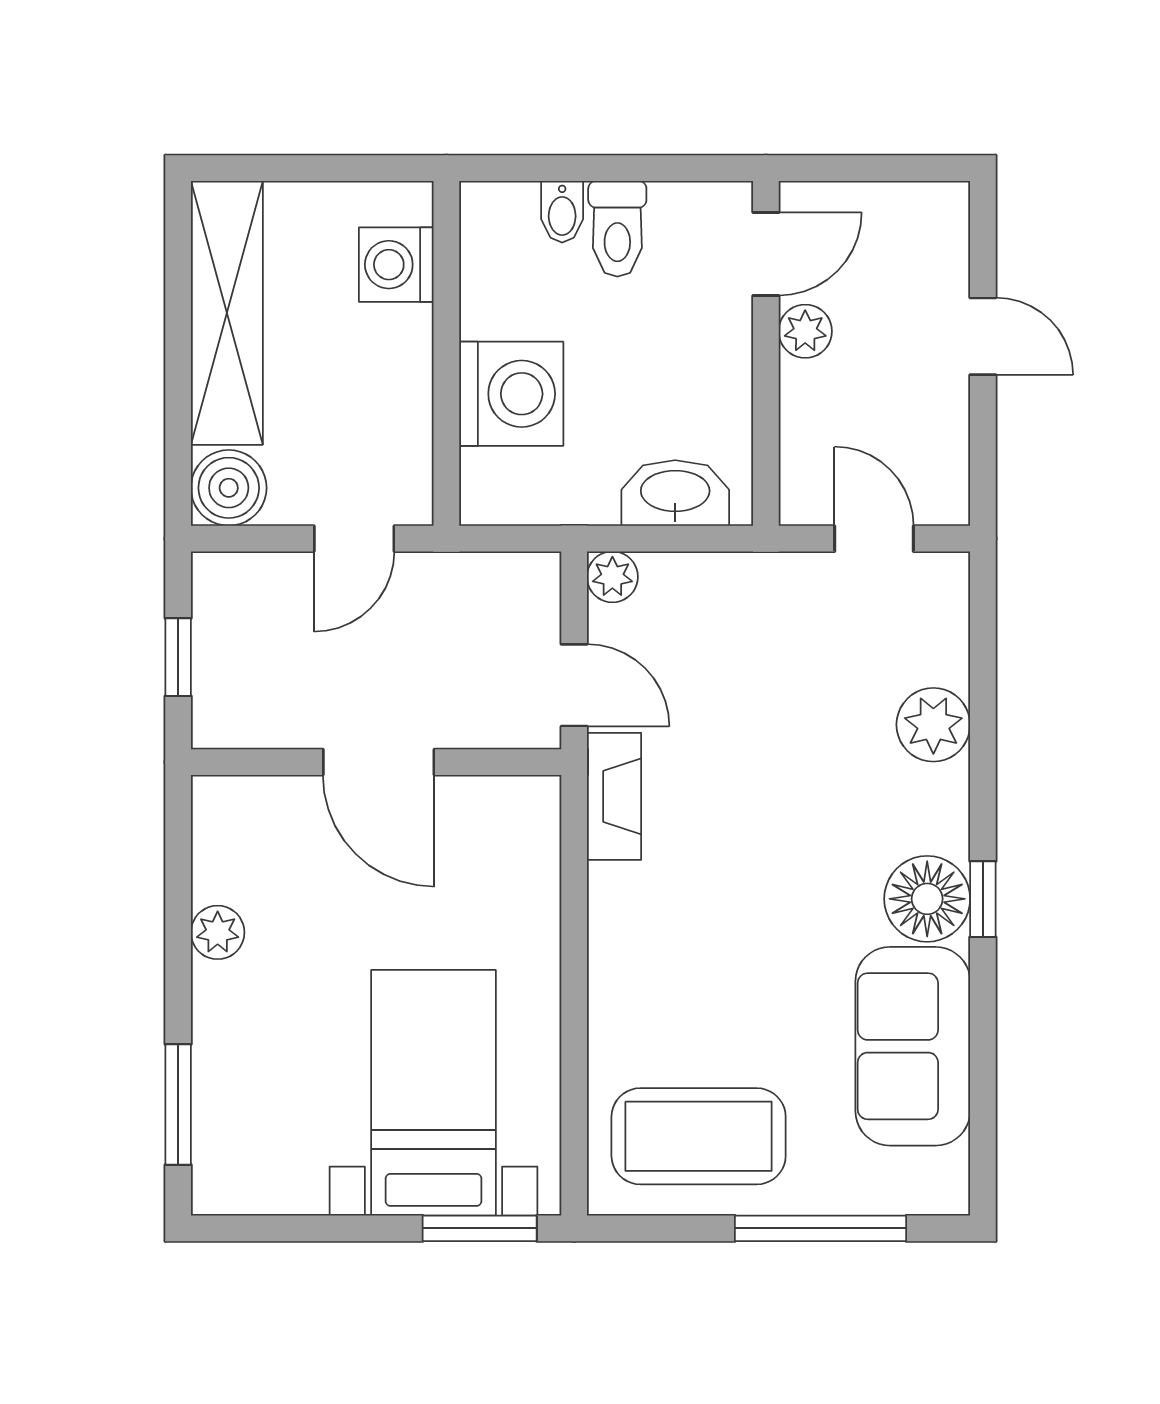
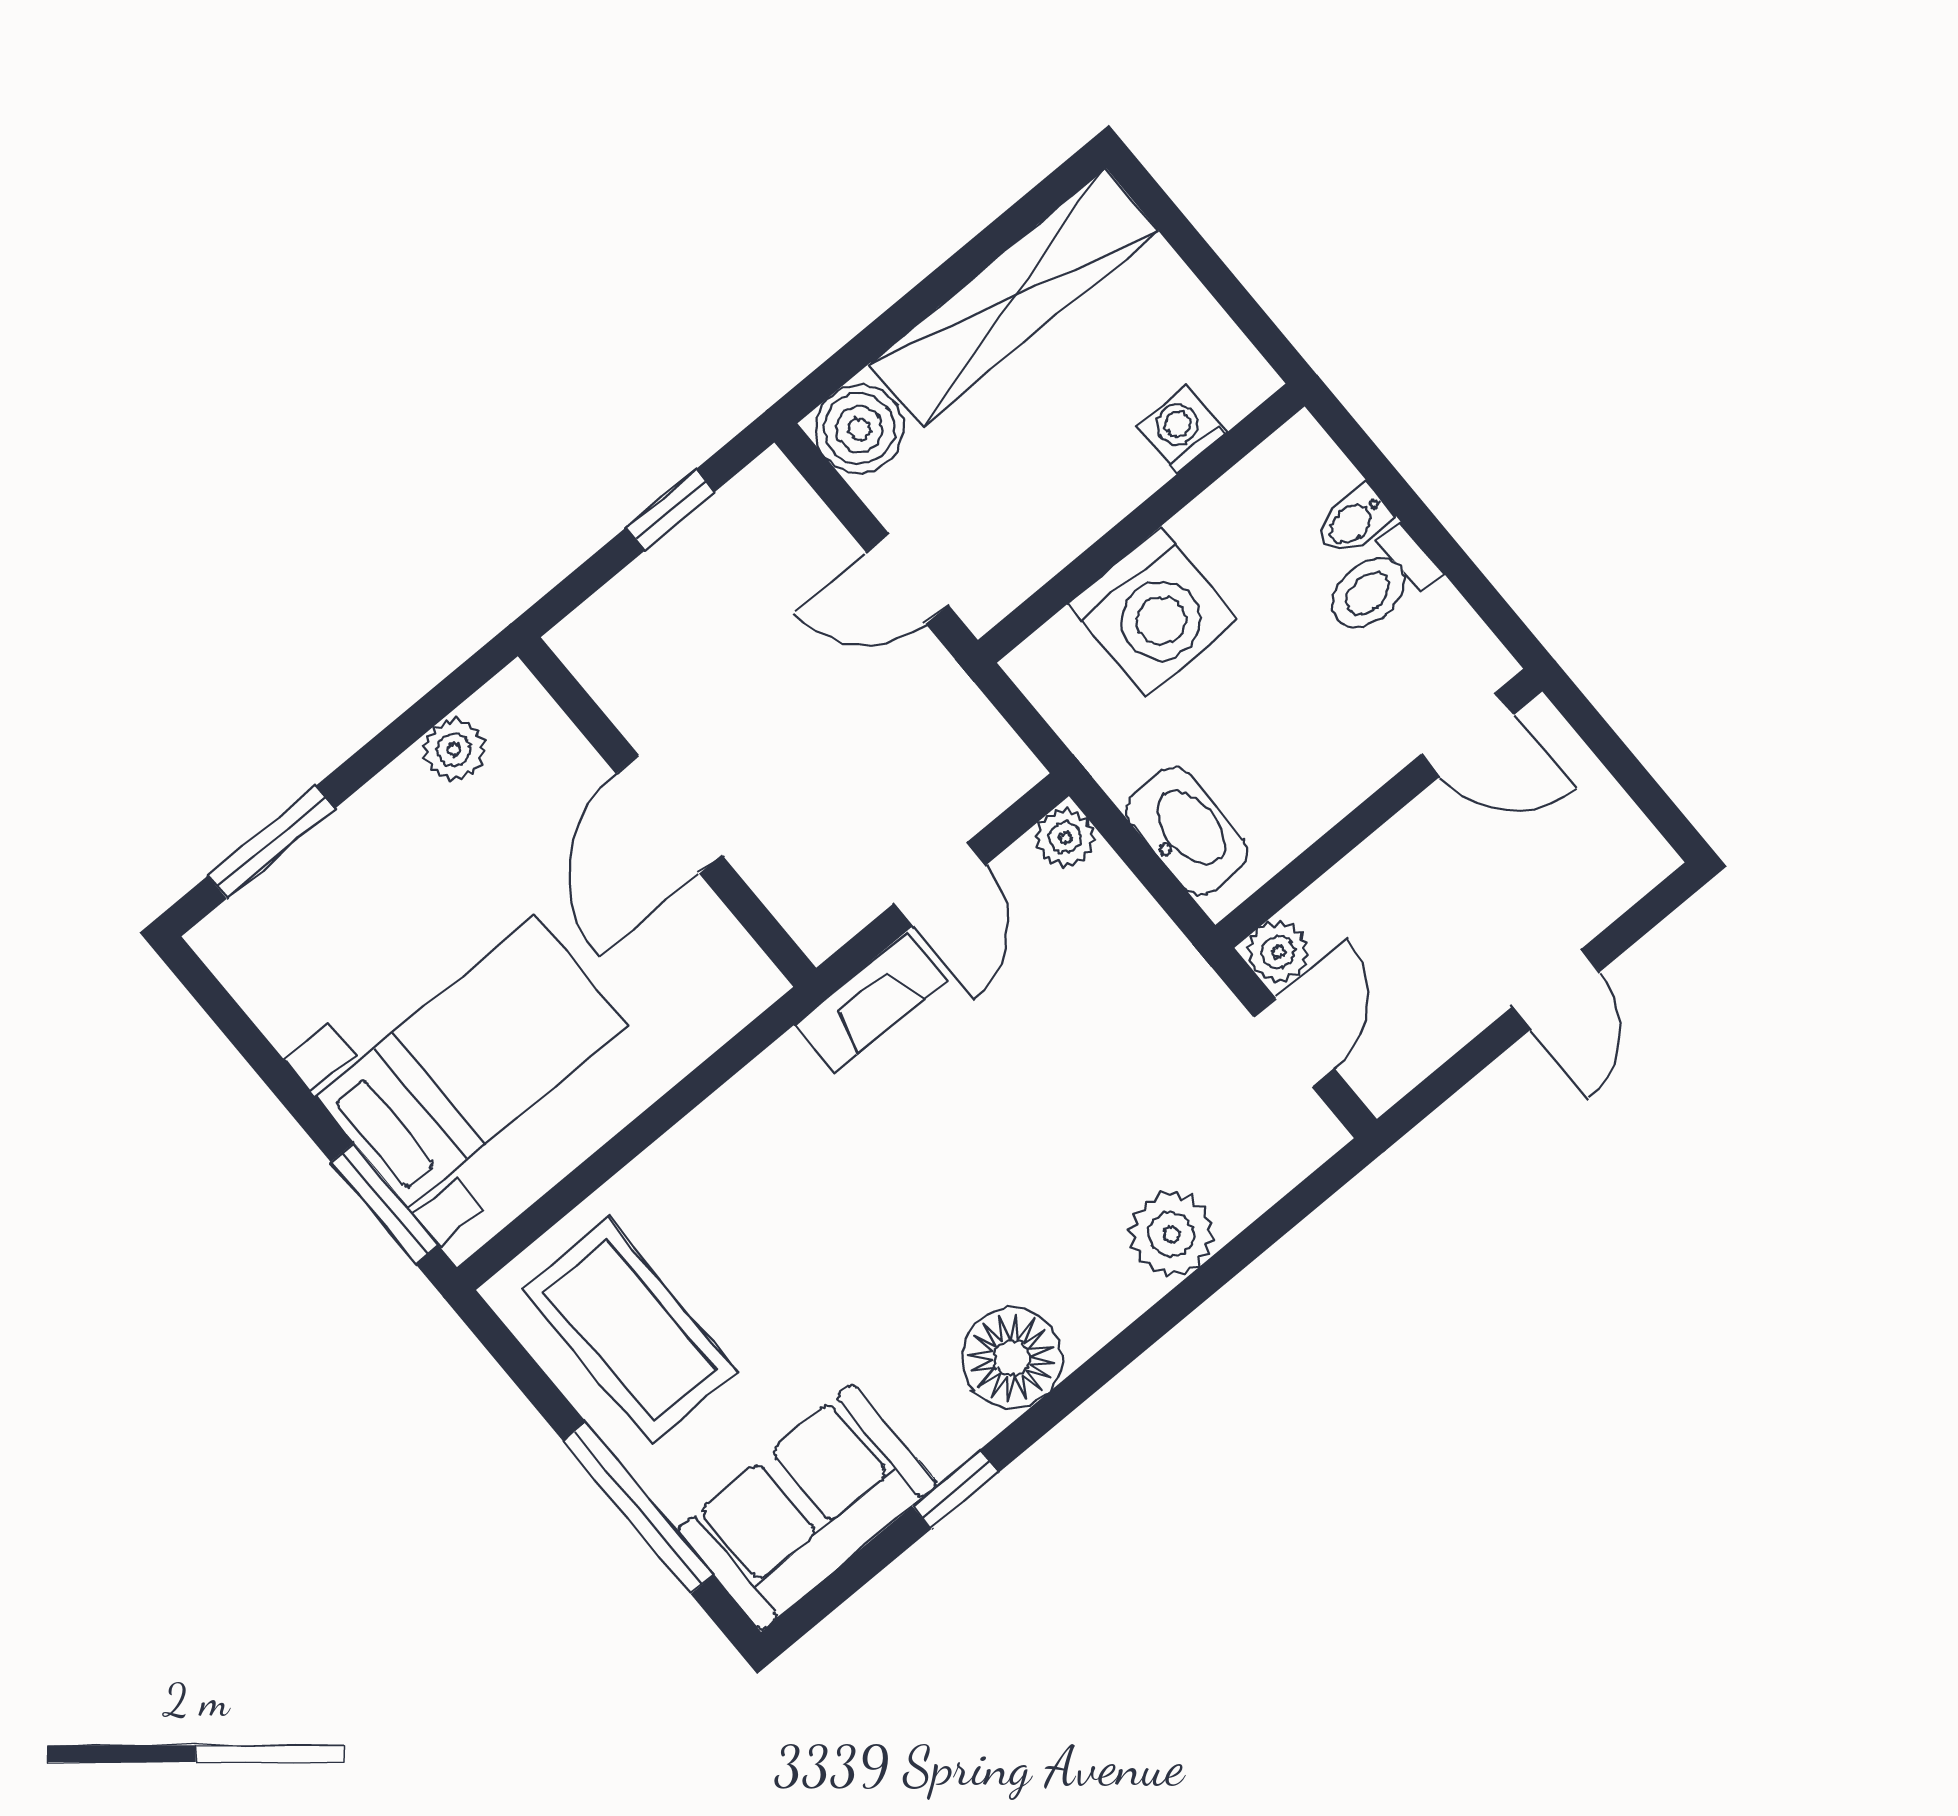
washing machine: (396, 265) -> (1182, 429), width x0.73, depth x0.73
plant: (805, 331) -> (1278, 952), moved
wall: (376, 762) -> (667, 812), moved
door: (379, 762) -> (669, 814), moved
window: (983, 899) -> (956, 1489), moved
sofa: (913, 1046) -> (807, 1507), moved

